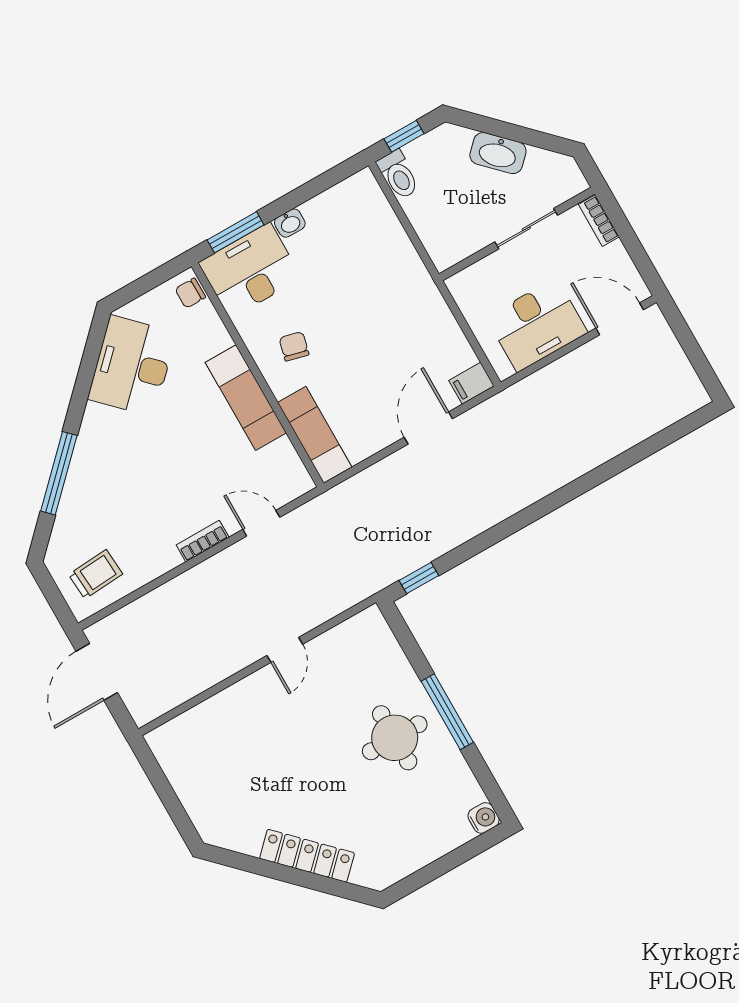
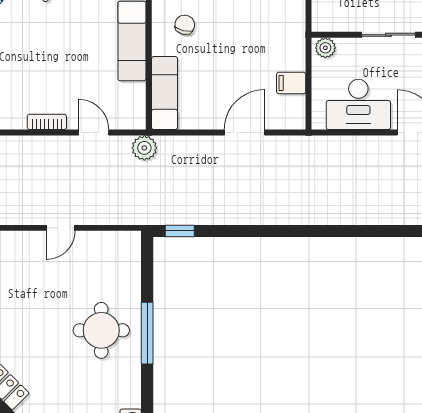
plant: (464, 283) -> (325, 48), added
filing cabinet: (471, 383) -> (291, 83), moved
plant: (327, 508) -> (144, 148), added

